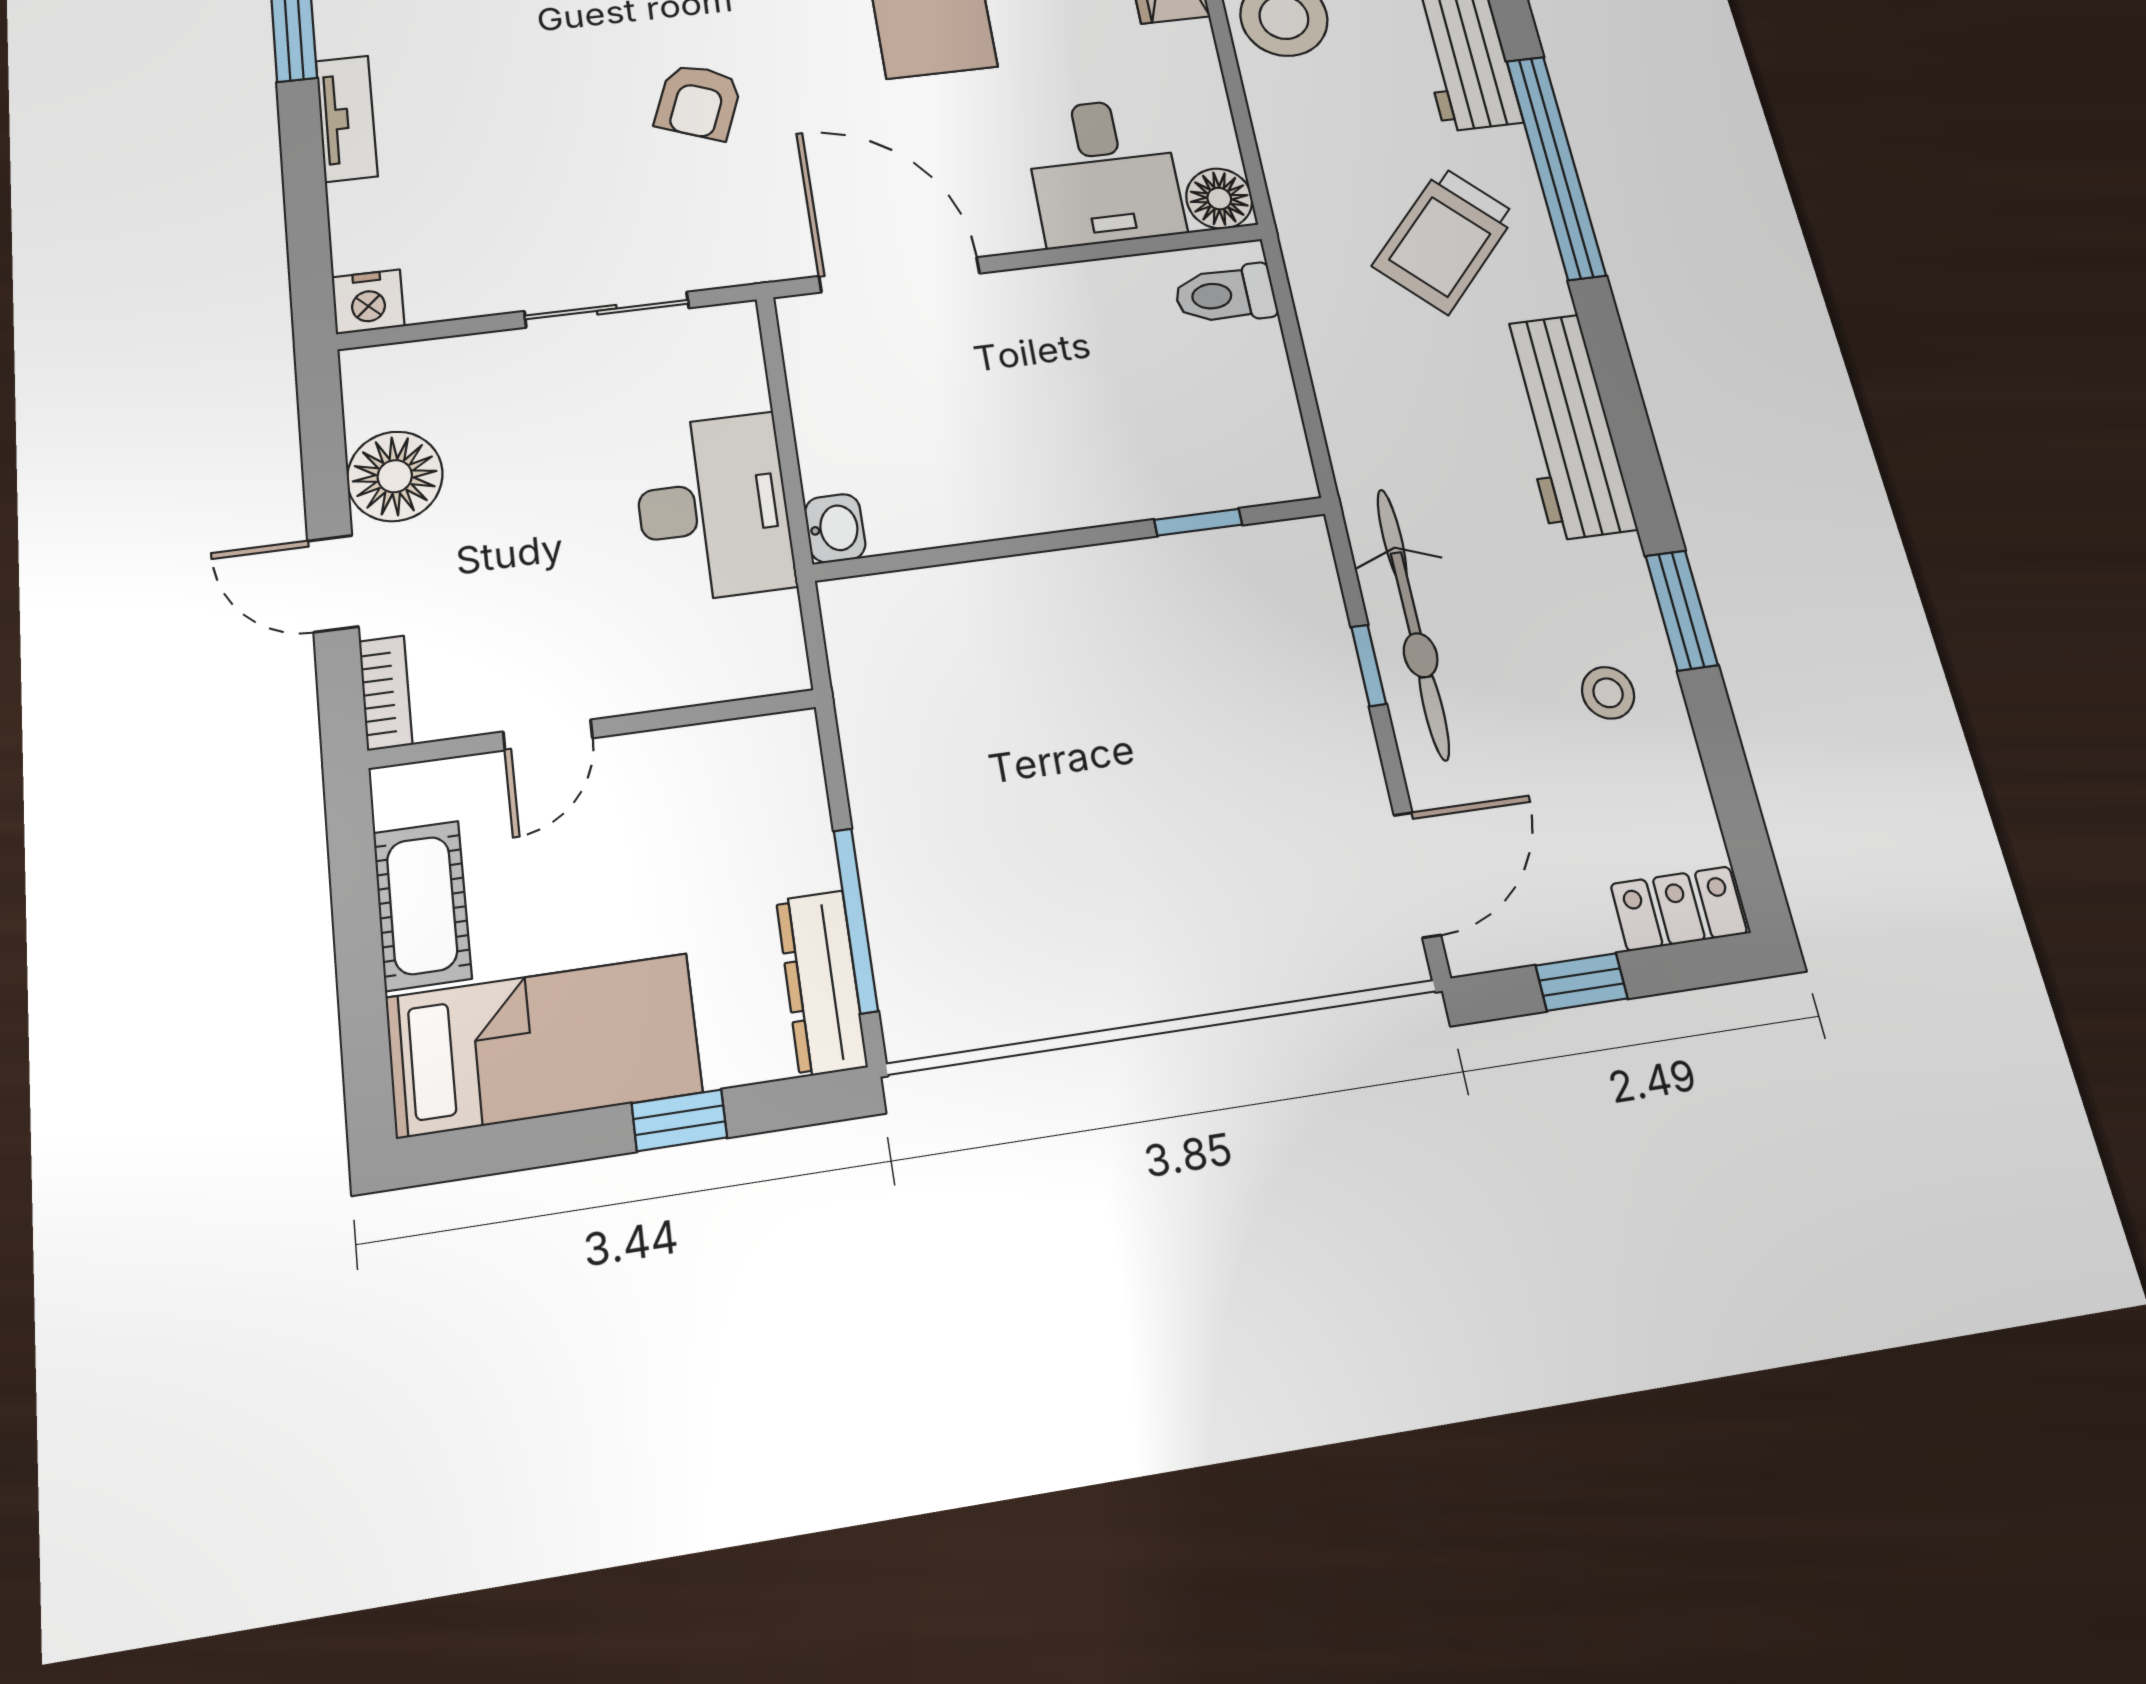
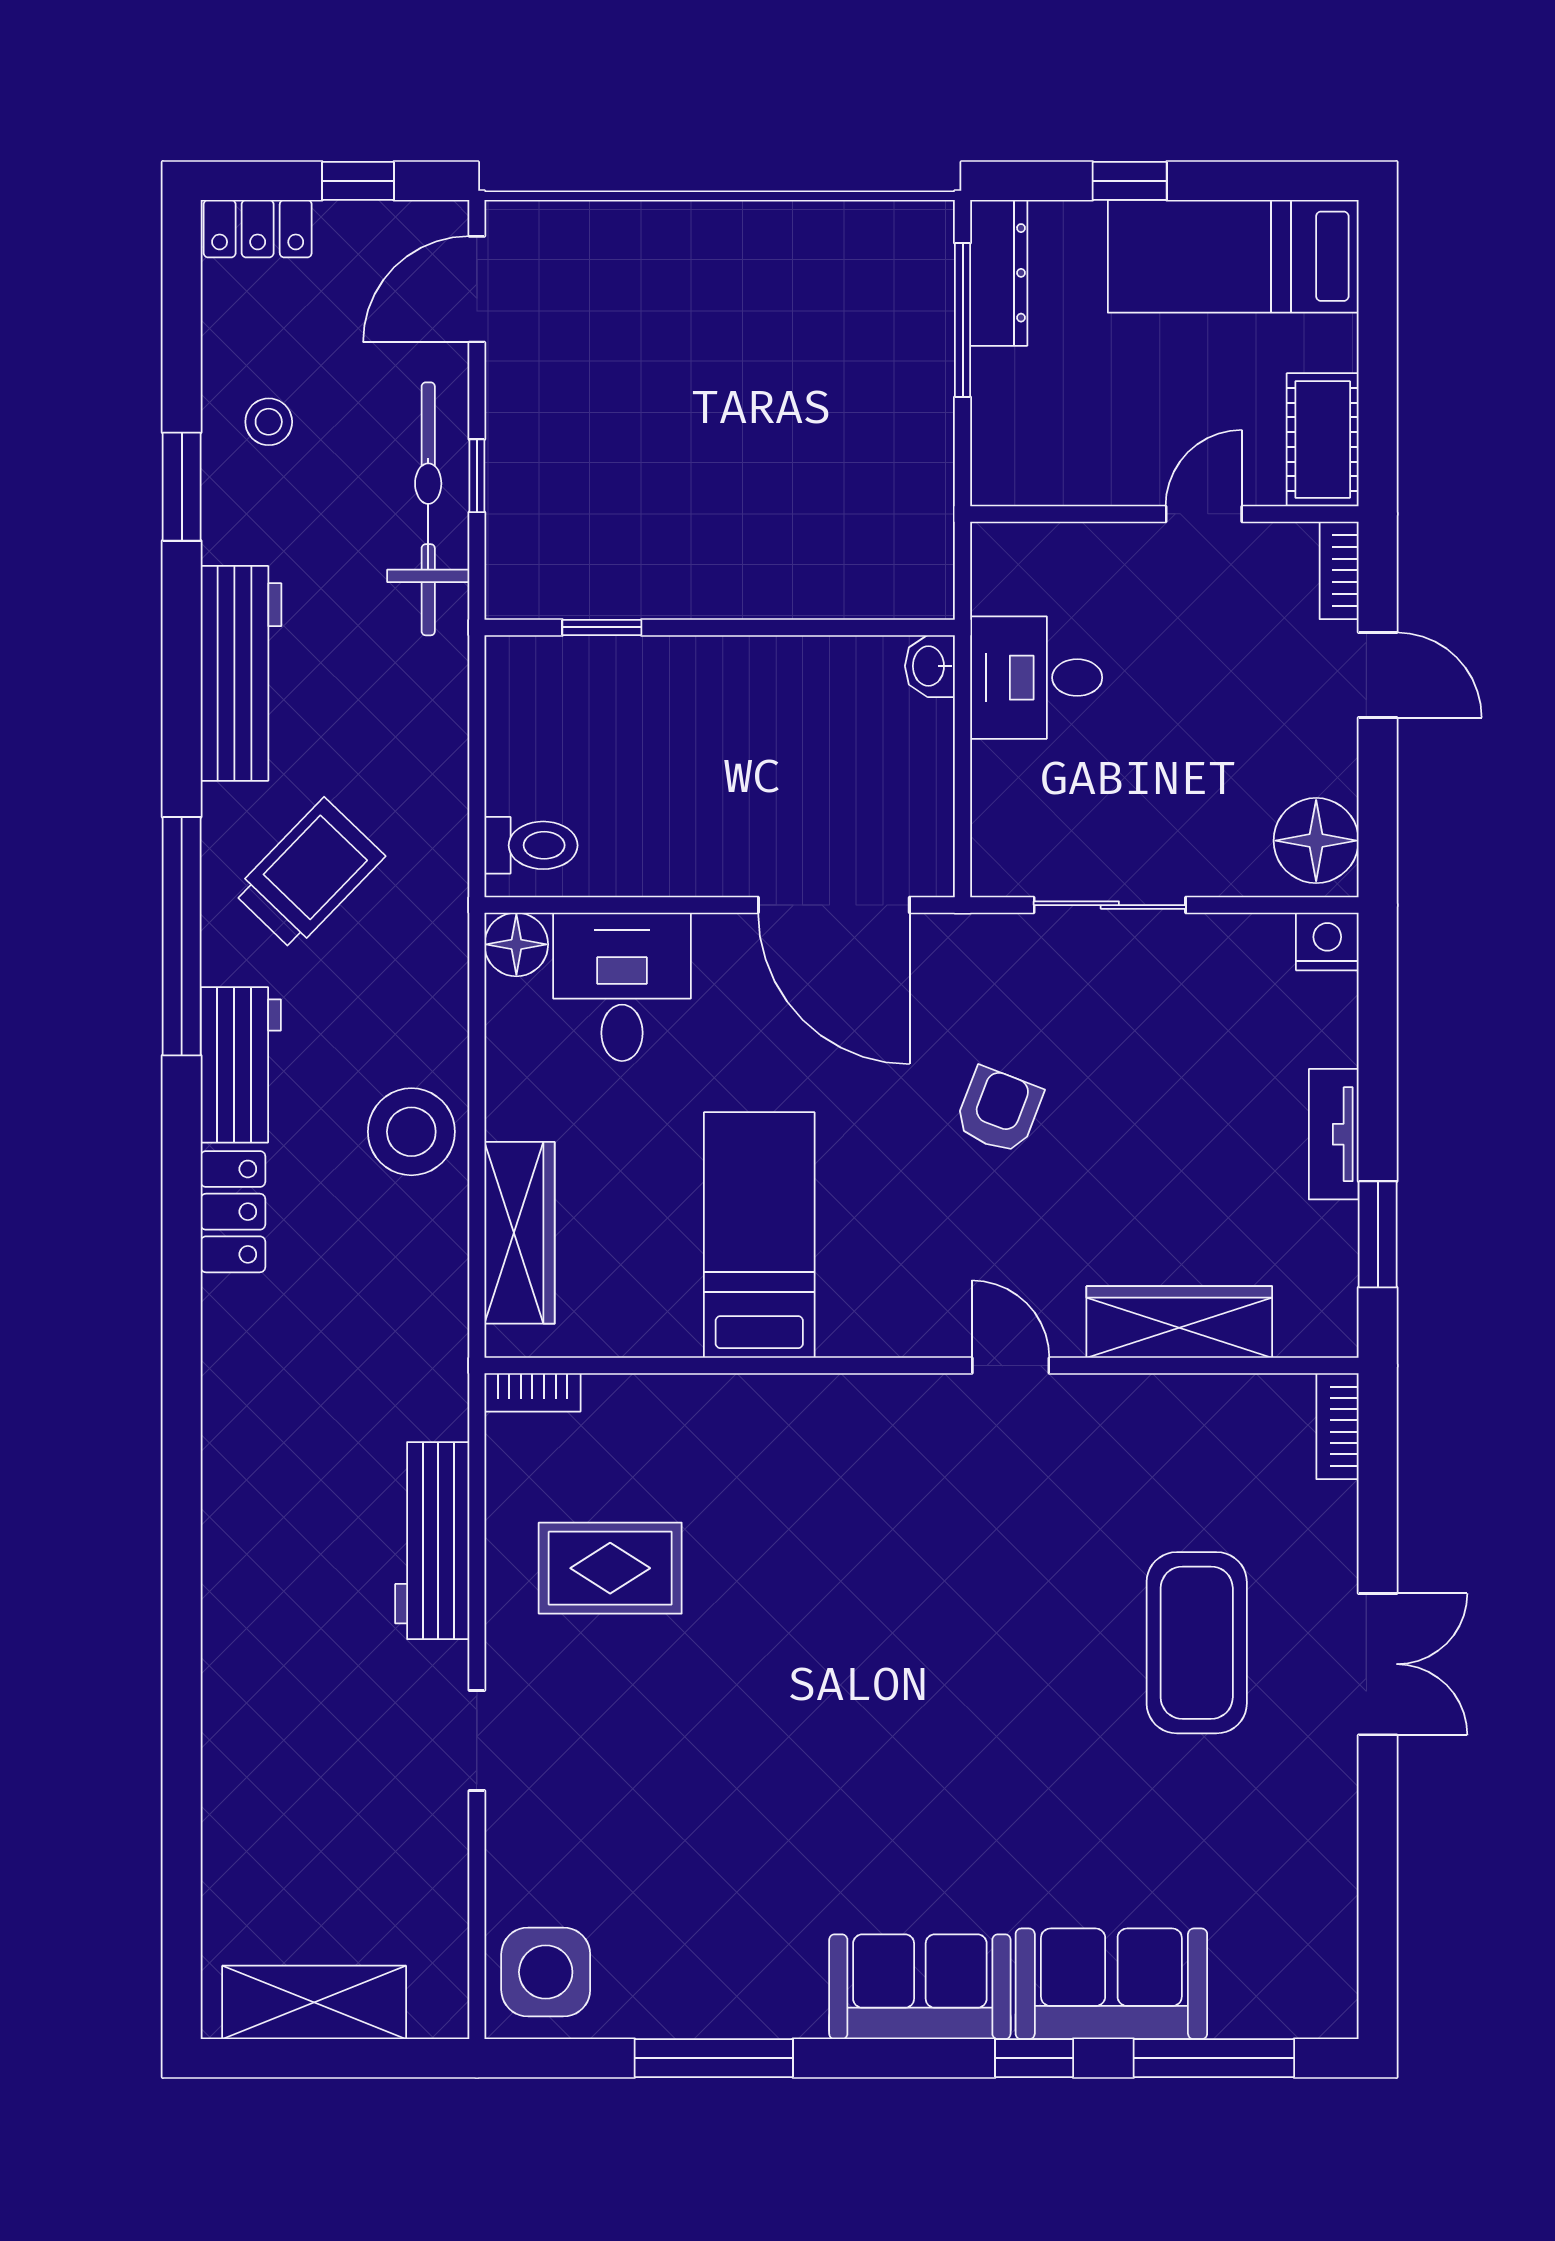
floor lamp: (395, 476) -> (1316, 841), moved
desk: (713, 507) -> (1036, 678), width x0.73
cot: (422, 905) -> (1323, 439), moved

